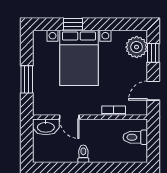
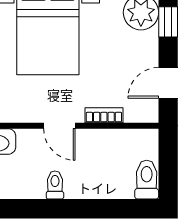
door: (69, 117) -> (59, 126), moved
toilet: (135, 137) -> (147, 180), moved, turned 90

